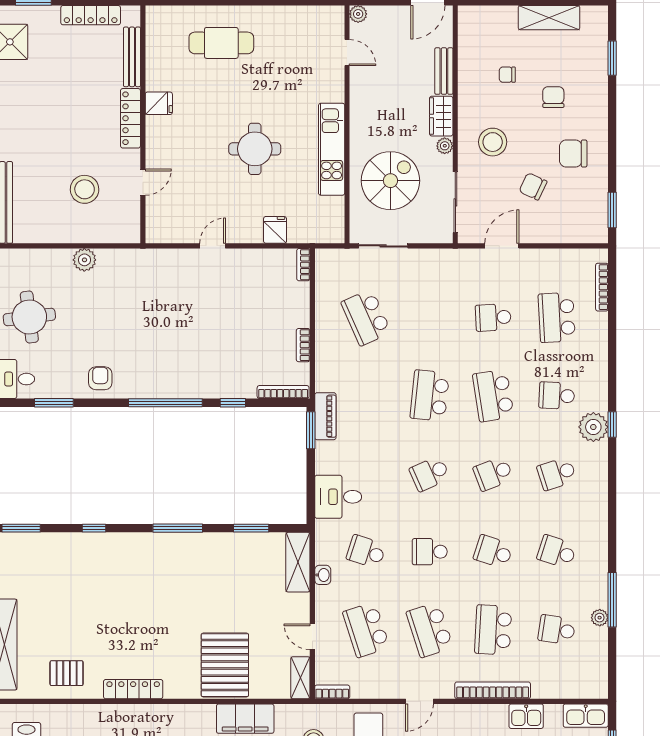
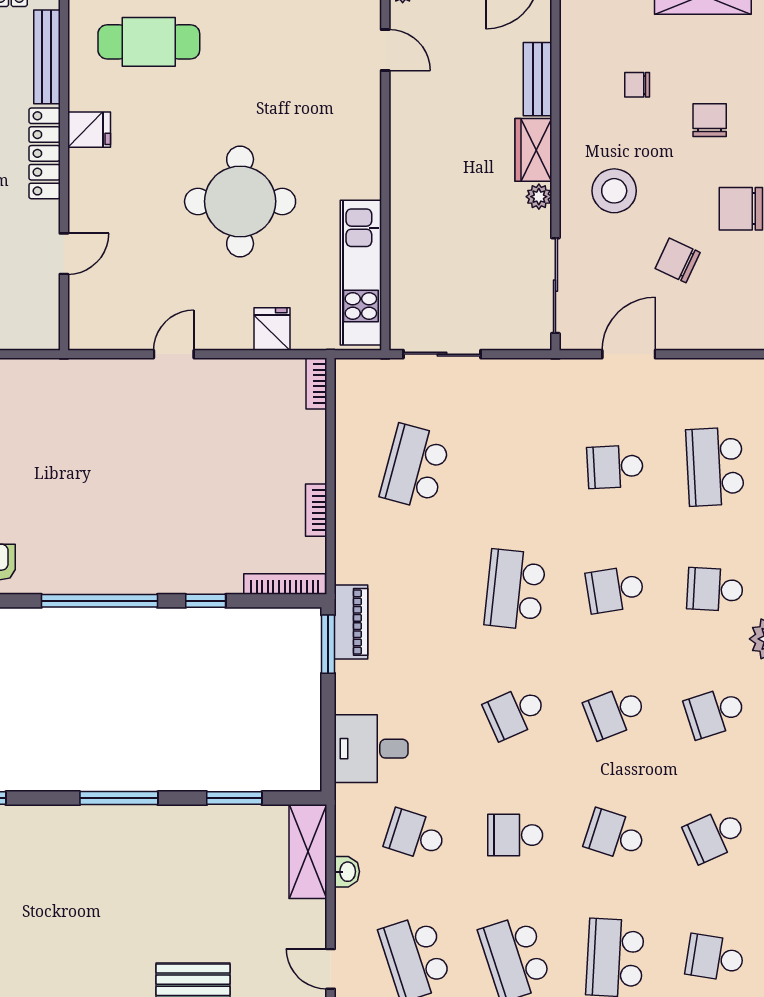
cafe table: (221, 43) -> (149, 42), moved
round table: (255, 149) -> (240, 201), width x1.36, depth x1.36
kitchen unit: (332, 149) -> (361, 273), moved
spiral stairs: (390, 181) -> (453, 251), removed
school desk: (366, 317) -> (415, 467), turned 39
school desk: (493, 396) -> (615, 589), width x0.54
school desk: (557, 552) -> (715, 835), turned -42

